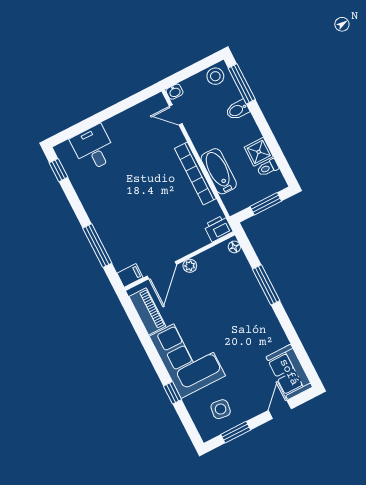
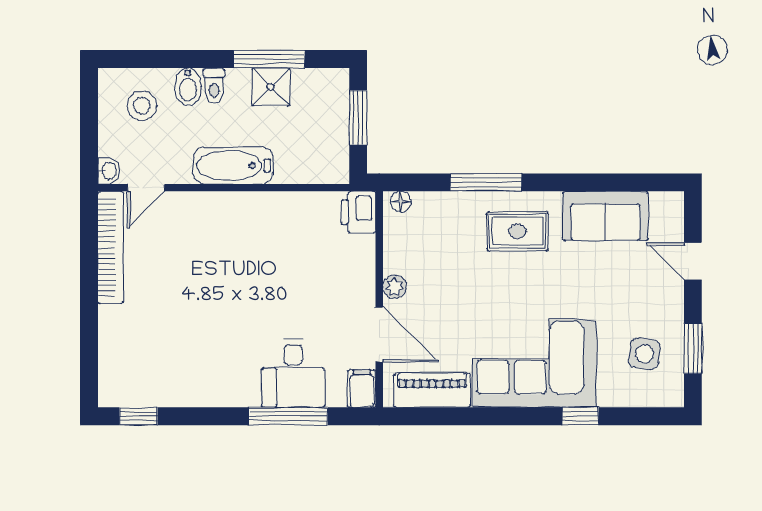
stool: (215, 76) -> (142, 106), moved
window: (242, 84) -> (269, 59), moved
desk: (93, 148) -> (293, 373), moved, turned -90
toilet: (268, 168) -> (214, 85), moved
bathtub: (219, 171) -> (233, 165), moved
bookcase: (195, 173) -> (111, 247), moved, turned -90
rug: (250, 313) -> (518, 231), added
sofa: (289, 372) -> (605, 216), moved

